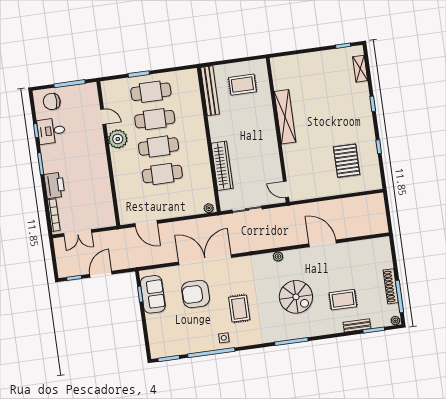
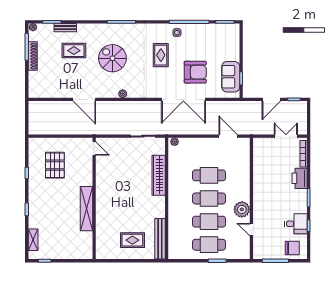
shelving: (285, 117) -> (87, 209), moved
wall: (278, 130) -> (94, 198), moved
door: (286, 189) -> (94, 148), moved

